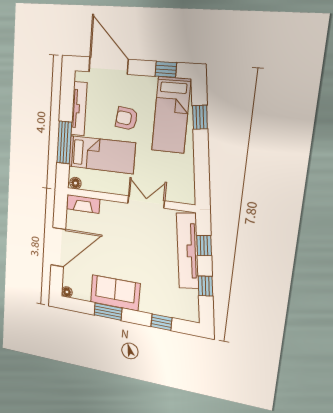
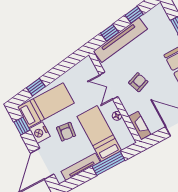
nightstand: (145, 86) -> (40, 133), added
floor lamp: (75, 183) -> (117, 116), moved
armchair: (129, 236) -> (138, 82), added

